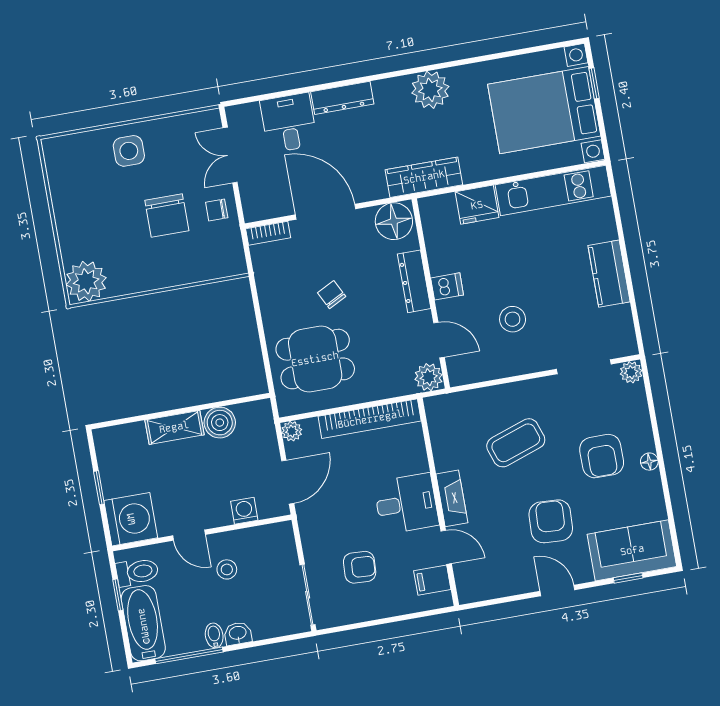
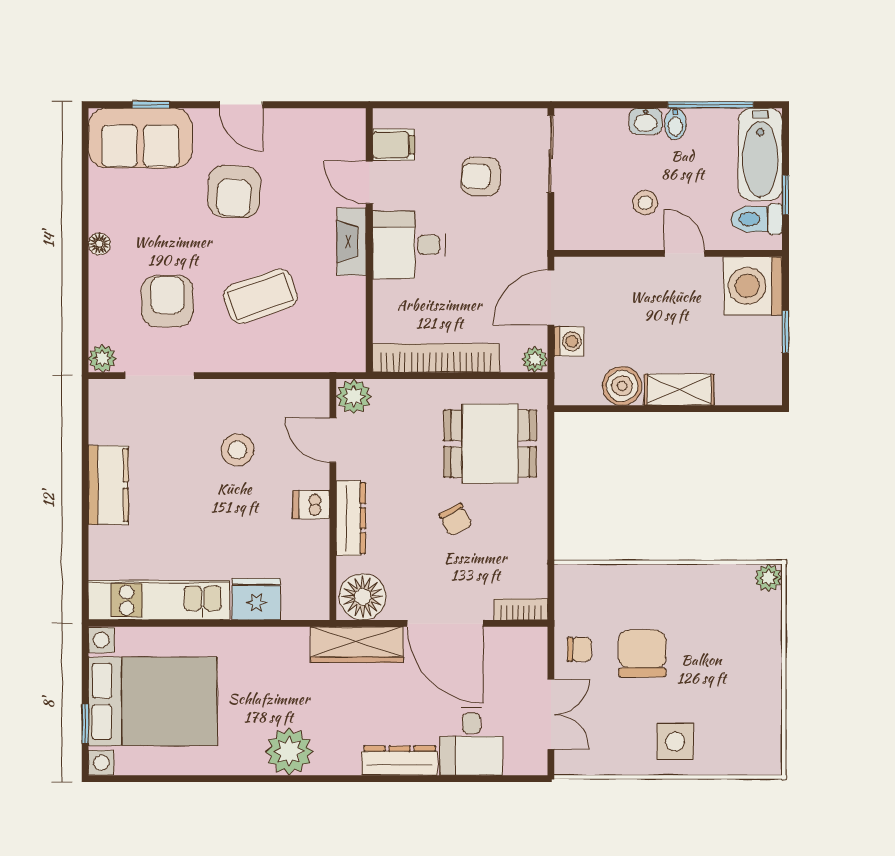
wardrobe: (424, 177) -> (357, 645), moved
plant: (86, 281) -> (768, 578), width x0.53, depth x0.53
armchair: (602, 456) -> (167, 301), moved
washing machine: (244, 511) -> (569, 341), moved, turned -90

